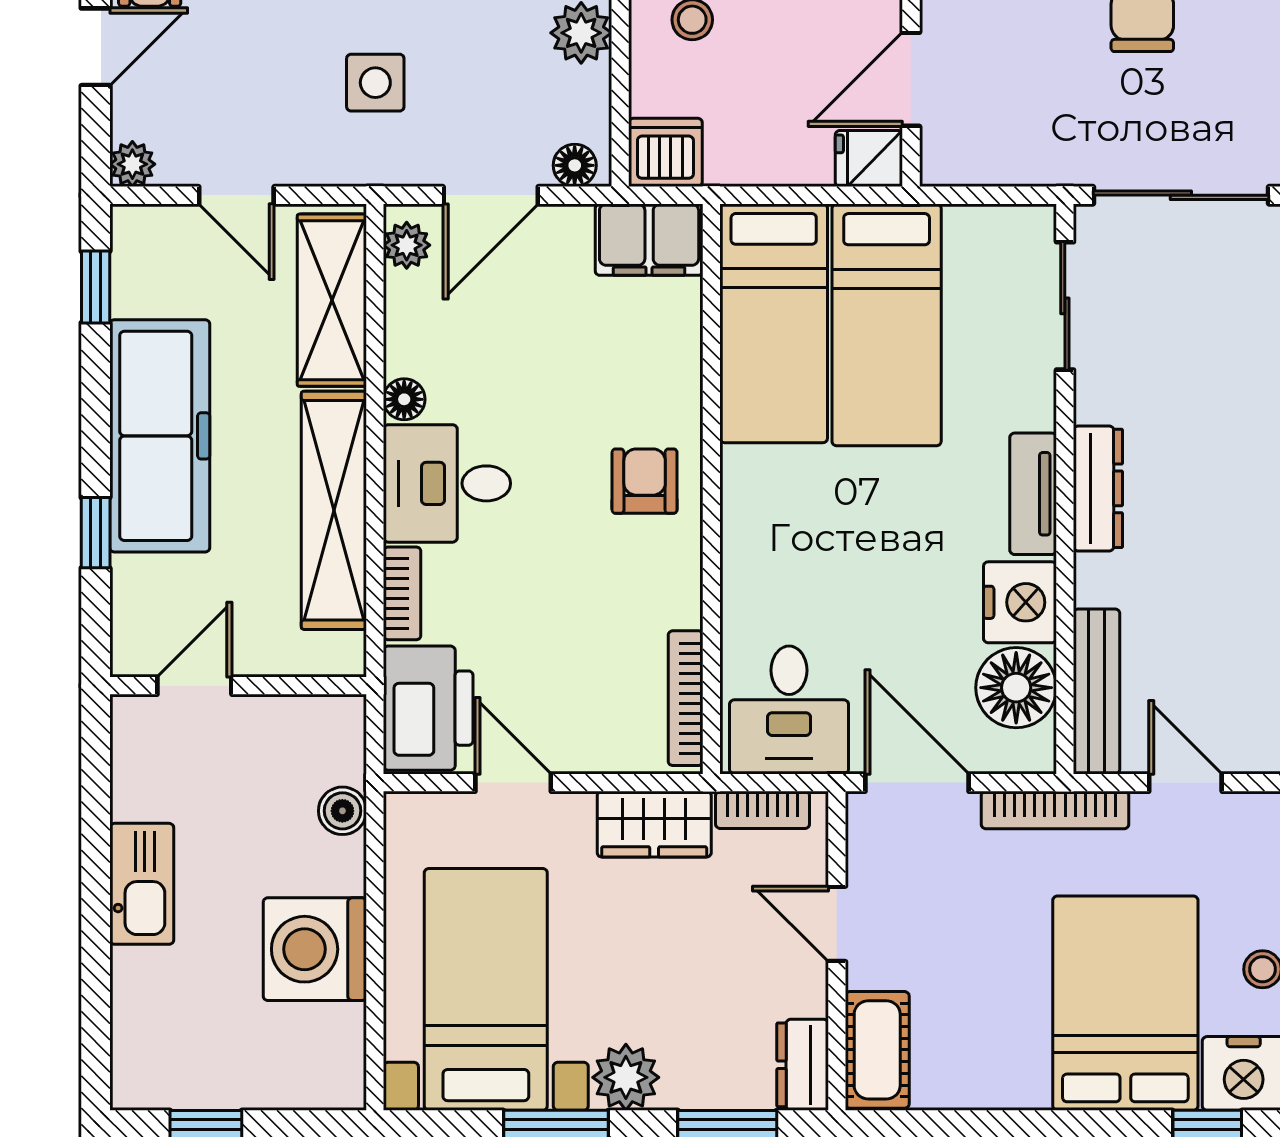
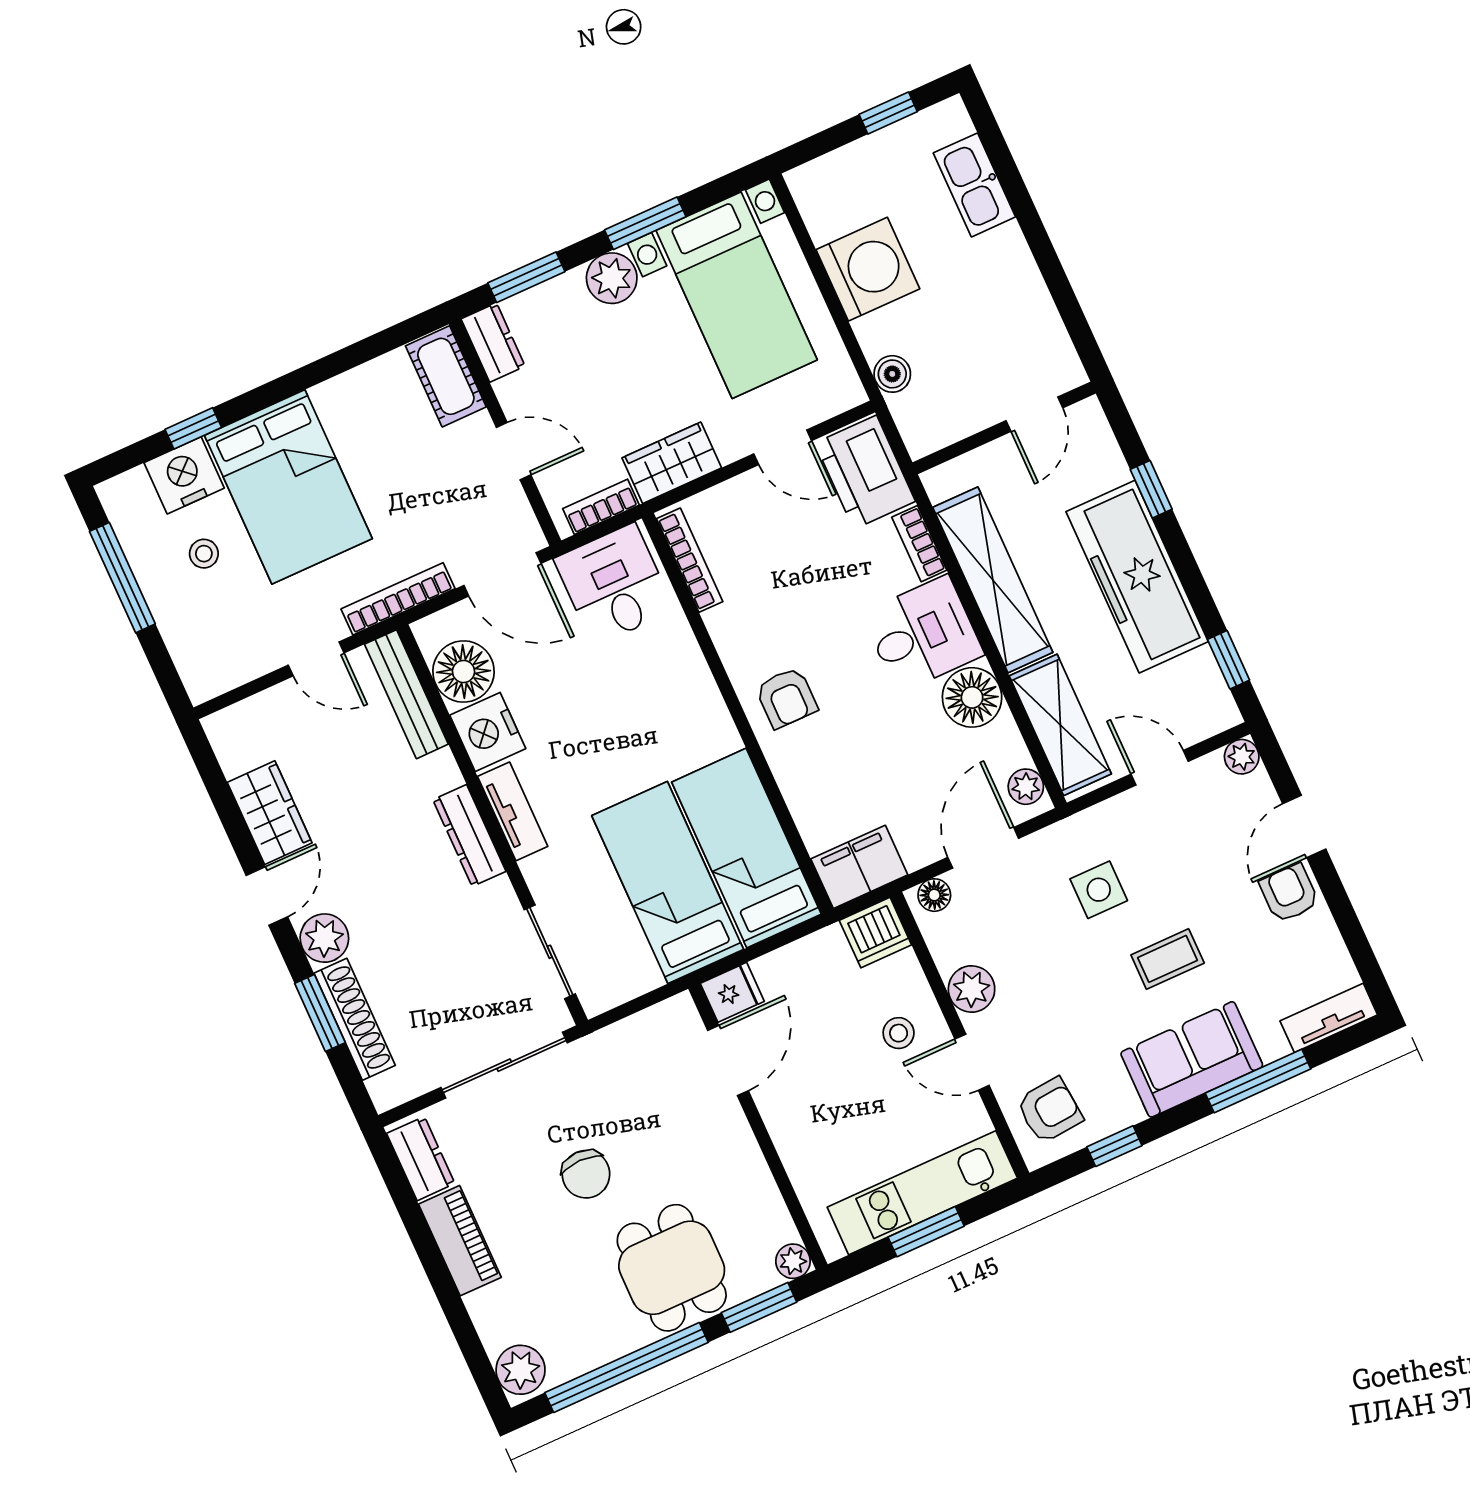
floor lamp: (404, 399) -> (972, 697), width x1.89, depth x1.89
kitchen sink: (142, 884) -> (974, 185), moved

